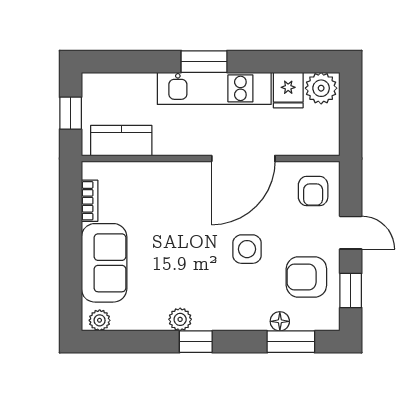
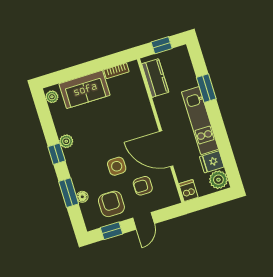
window: (204, 62) -> (206, 88), moved
dishwasher: (324, 143) -> (188, 191), added
armchair: (313, 191) -> (143, 186), moved
window: (291, 342) -> (69, 193), moved

